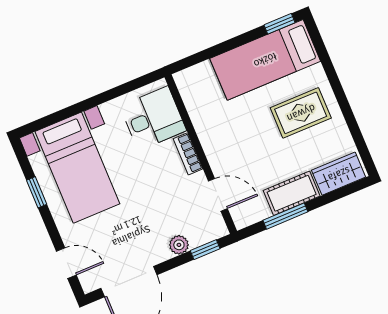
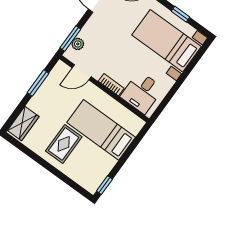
bed: (265, 60) -> (101, 130), moved, turned -90
cot: (292, 193) -> (42, 97), removed
plant: (179, 245) -> (78, 44), moved
window: (205, 250) -> (70, 38), width x1.50

